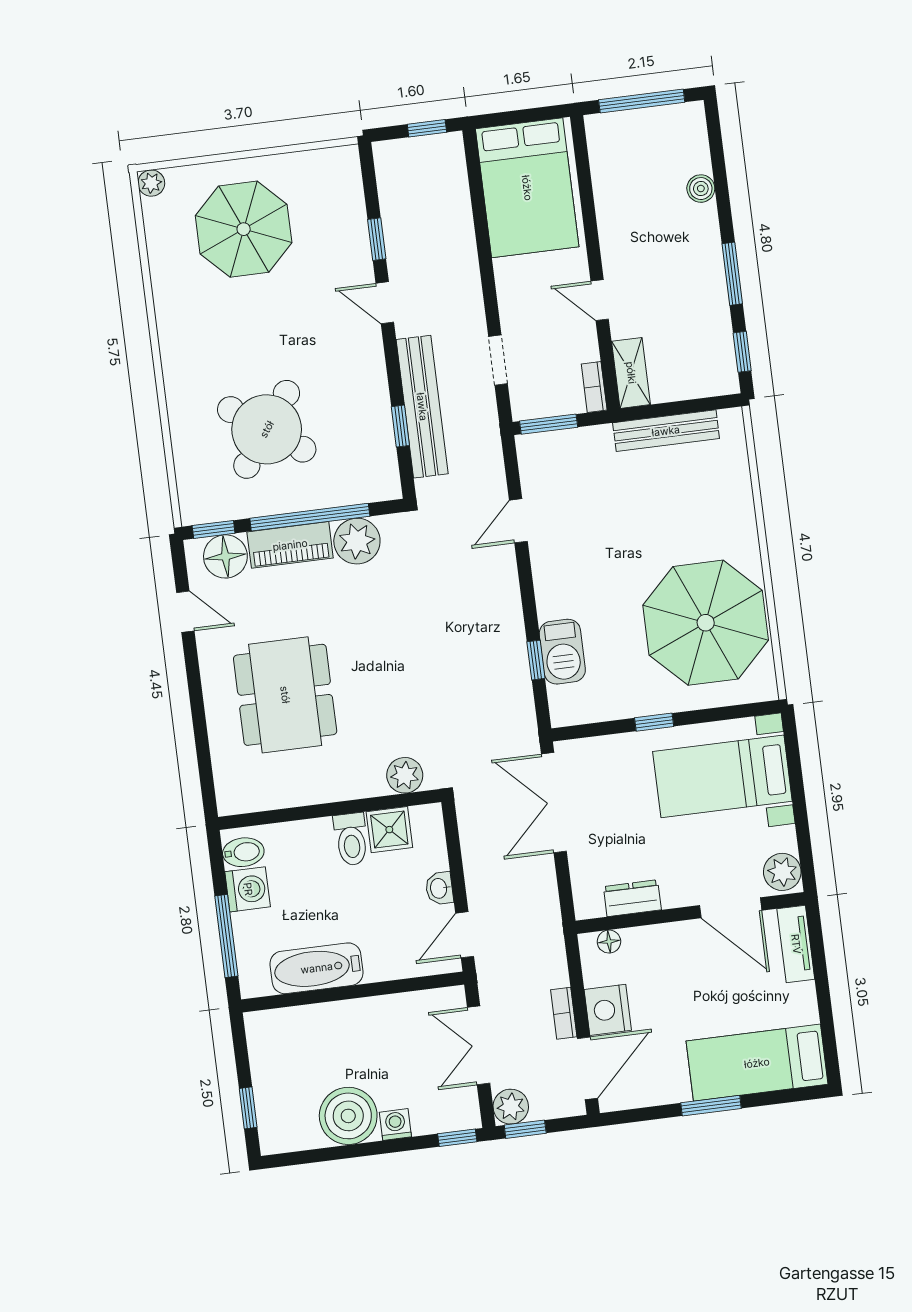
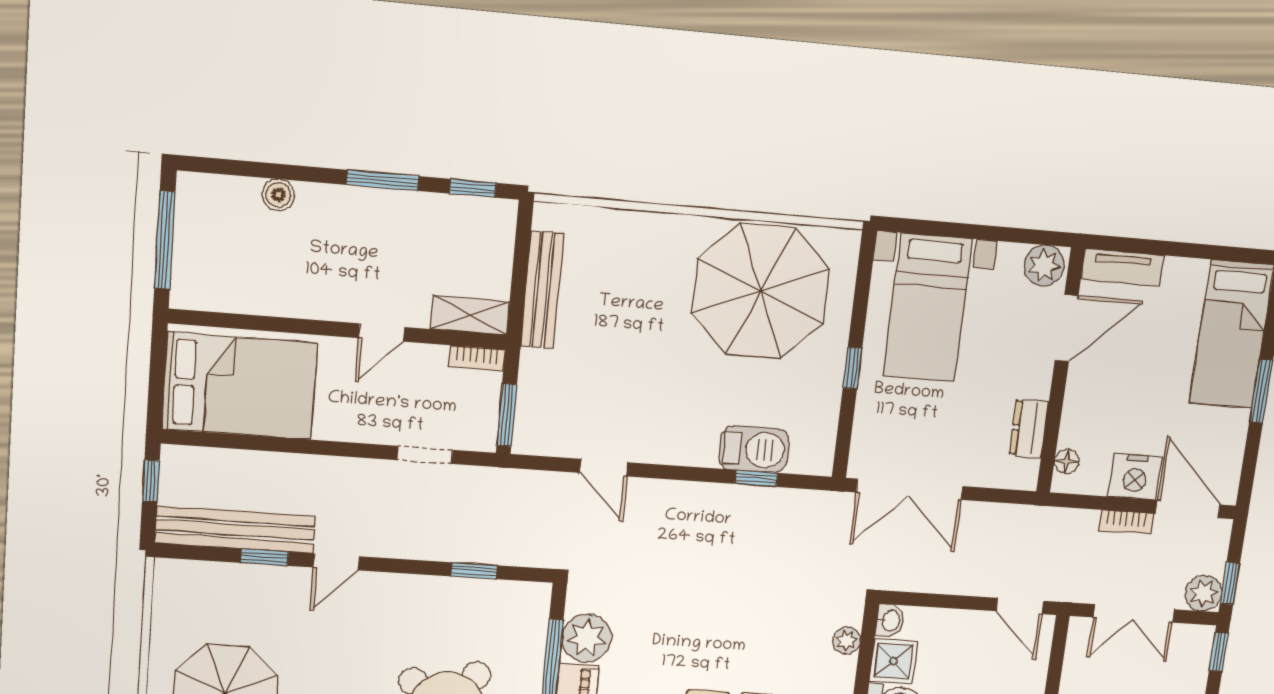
bench: (422, 407) -> (235, 530), moved
plant: (405, 775) -> (847, 641), width x0.73, depth x0.73
washbasin: (439, 888) -> (890, 621), moved, turned -90

